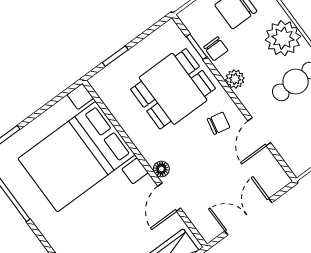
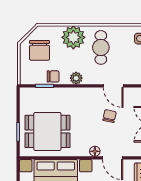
dining table: (173, 89) -> (47, 131), moved, turned 90
chair: (219, 123) -> (110, 116), moved

